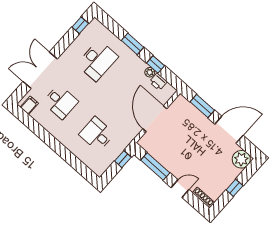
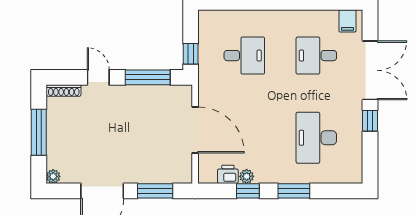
window: (80, 25) -> (370, 121), moved
plant: (241, 159) -> (53, 176), width x0.53, depth x0.53
window: (235, 188) -> (39, 132), width x2.17
door: (180, 189) -> (98, 77), swing flipped

